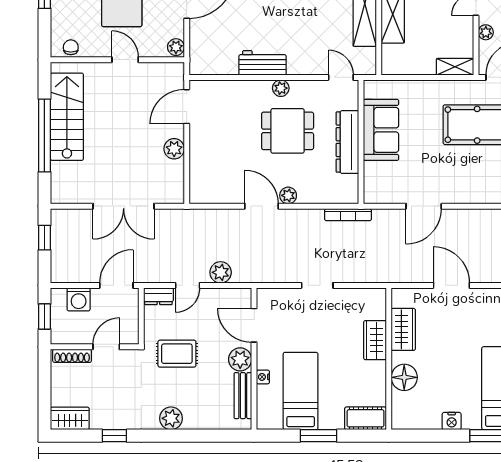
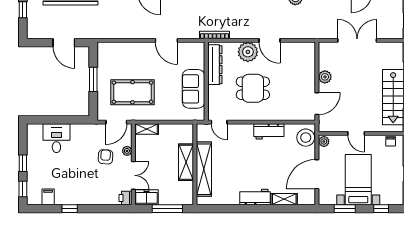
stool: (204, 53) -> (306, 138), added
plant: (281, 88) -> (257, 115), removed
dresser: (347, 142) -> (215, 65), moved
plant: (288, 195) -> (248, 52), width x1.88, depth x1.88
door: (424, 206) -> (166, 40), swing flipped

